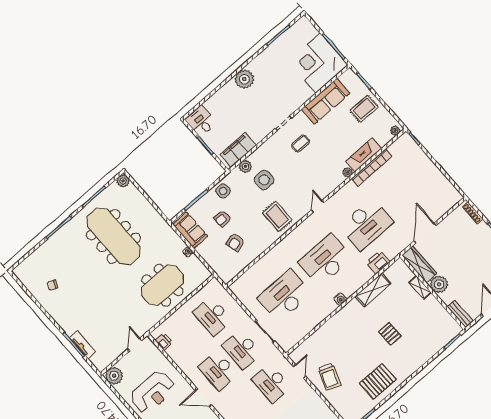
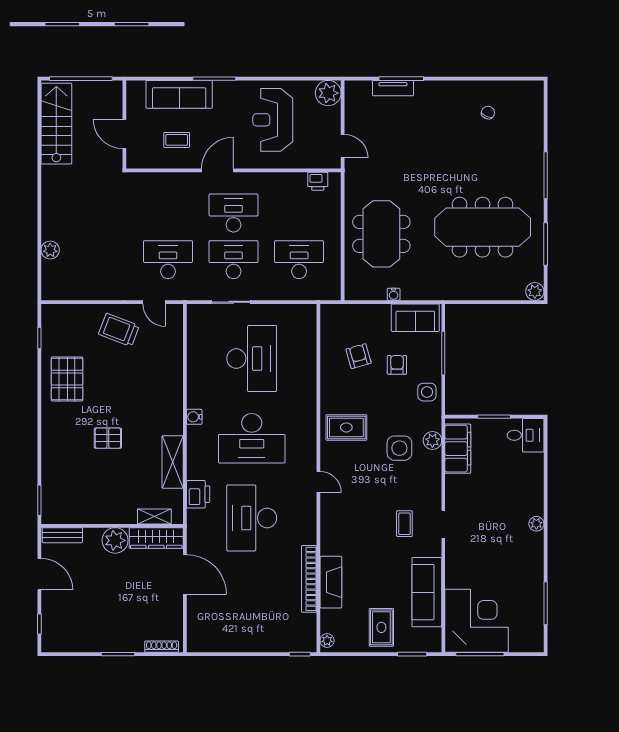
plant: (244, 79) -> (536, 524), width x0.53, depth x0.53
plant: (348, 172) -> (327, 548), removed
desk: (325, 260) -> (252, 438), turned 90
shelving: (420, 287) -> (154, 517), moved

